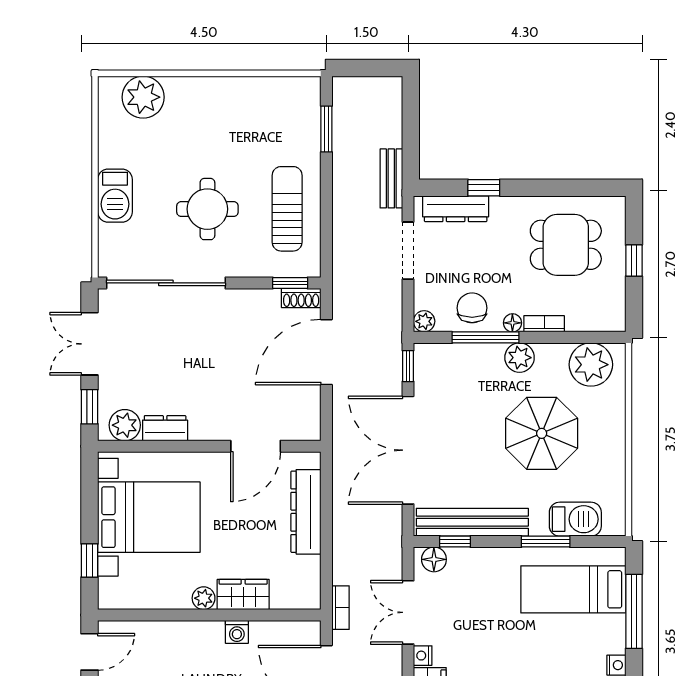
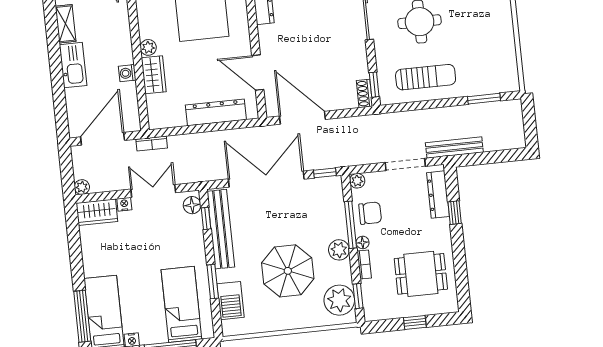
bench: (391, 178) -> (454, 147), width x1.36
dining table: (566, 245) -> (421, 274), turned 90
window: (588, 337) -> (358, 296), added
door: (326, 352) -> (302, 118), moved

